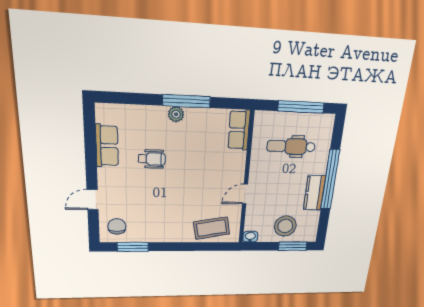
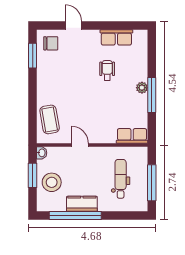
wheelchair: (152, 159) -> (107, 70), turned 180
window: (330, 180) -> (75, 216), moved
window: (293, 246) -> (33, 175), moved

